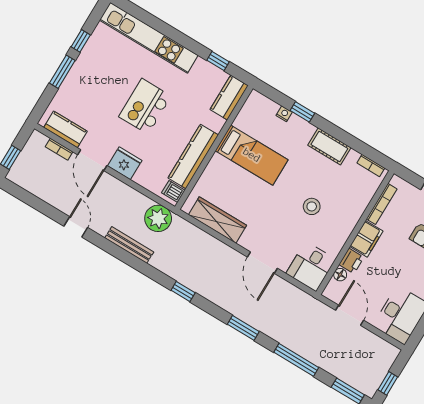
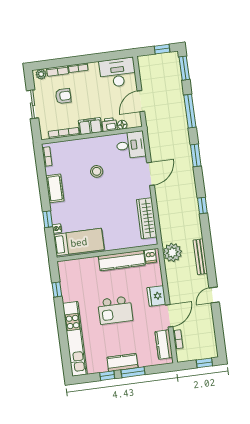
kitchen counter: (229, 98) -> (122, 362), moved, turned 180
bed: (252, 155) -> (79, 242), moved, turned 90

